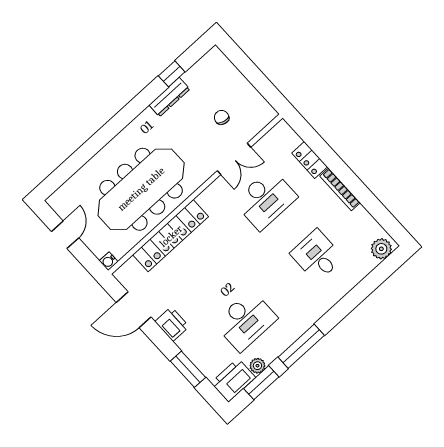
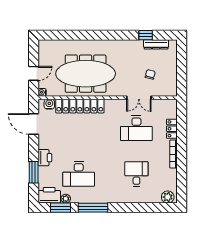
dresser: (169, 97) -> (156, 44), moved
door: (65, 235) -> (34, 73), moved
water cooler: (131, 268) -> (49, 104), added
printer: (172, 324) -> (45, 158), moved

